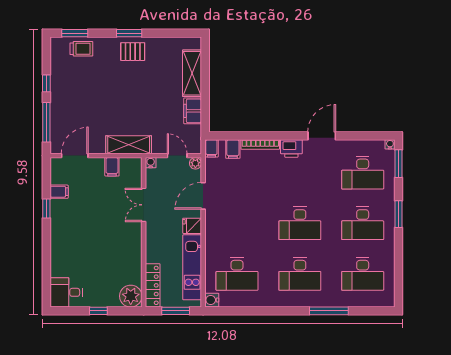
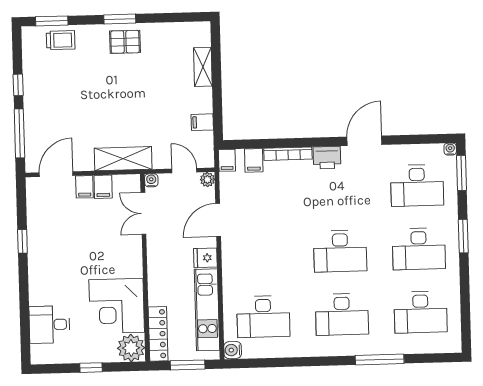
shelving: (192, 73) -> (203, 67), width x0.67, depth x0.75
filing cabinet: (193, 111) -> (202, 122), width x0.50
filing cabinet: (59, 192) -> (84, 187), moved, turned 90
double door: (144, 205) -> (143, 213), moved
corner desk: (120, 262) -> (117, 306), added
desk: (66, 292) -> (49, 325), moved

